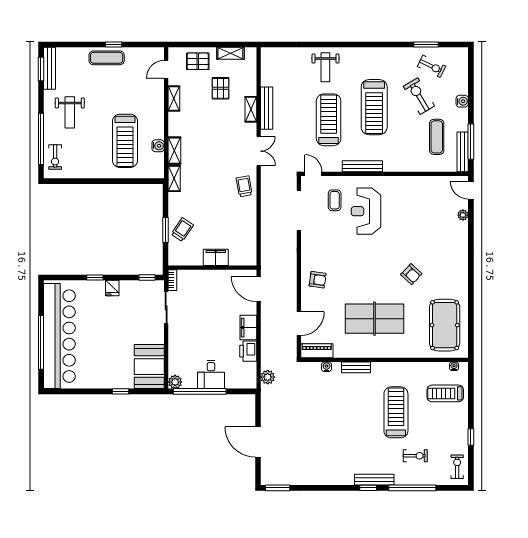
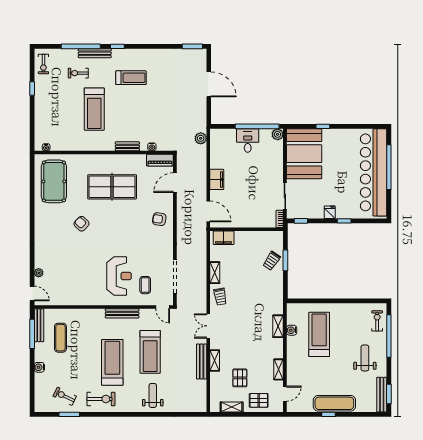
exercise mat: (107, 58) -> (334, 403), width x1.36, depth x1.45
exercise bike: (419, 96) -> (101, 399), moved, turned -59
shelving: (174, 179) -> (215, 273), moved
filing cabinet: (216, 257) -> (224, 238), moved
printer: (248, 351) -> (217, 160), removed
booth: (149, 367) -> (304, 154), width x1.36, depth x1.42
treadmill: (445, 393) -> (131, 78), moved
bench: (374, 480) -> (95, 53), moved

